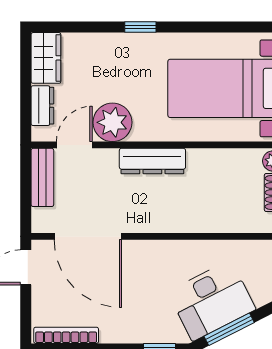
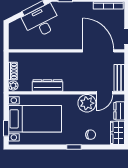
chair: (105, 54) -> (91, 135), added
dresser: (152, 161) -> (47, 85), moved

